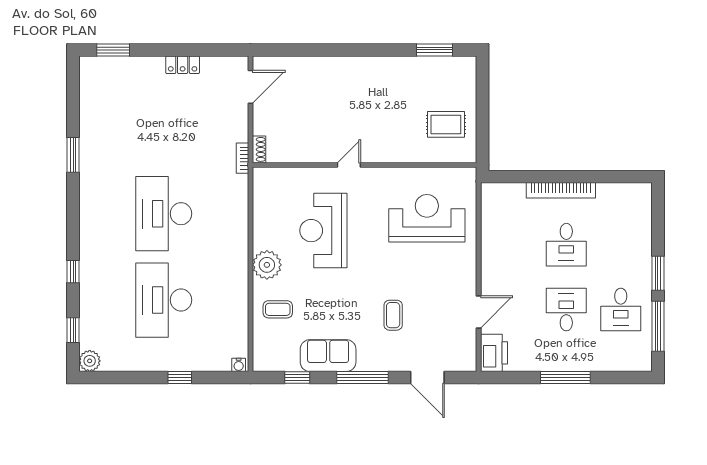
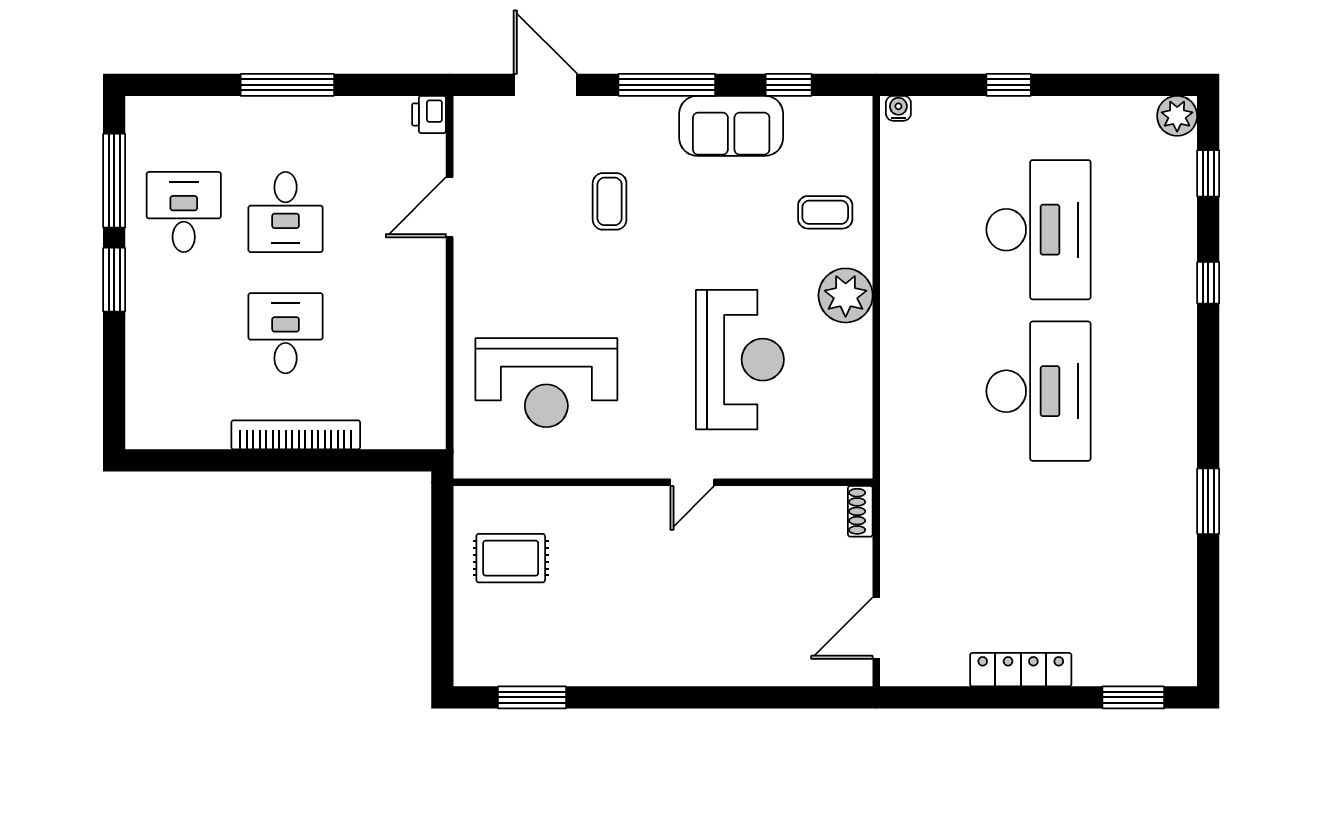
locker: (183, 65) -> (1021, 670), width x1.53
bookcase: (242, 158) -> (891, 495), removed
printer: (494, 353) -> (429, 114), width x0.53, depth x0.68

